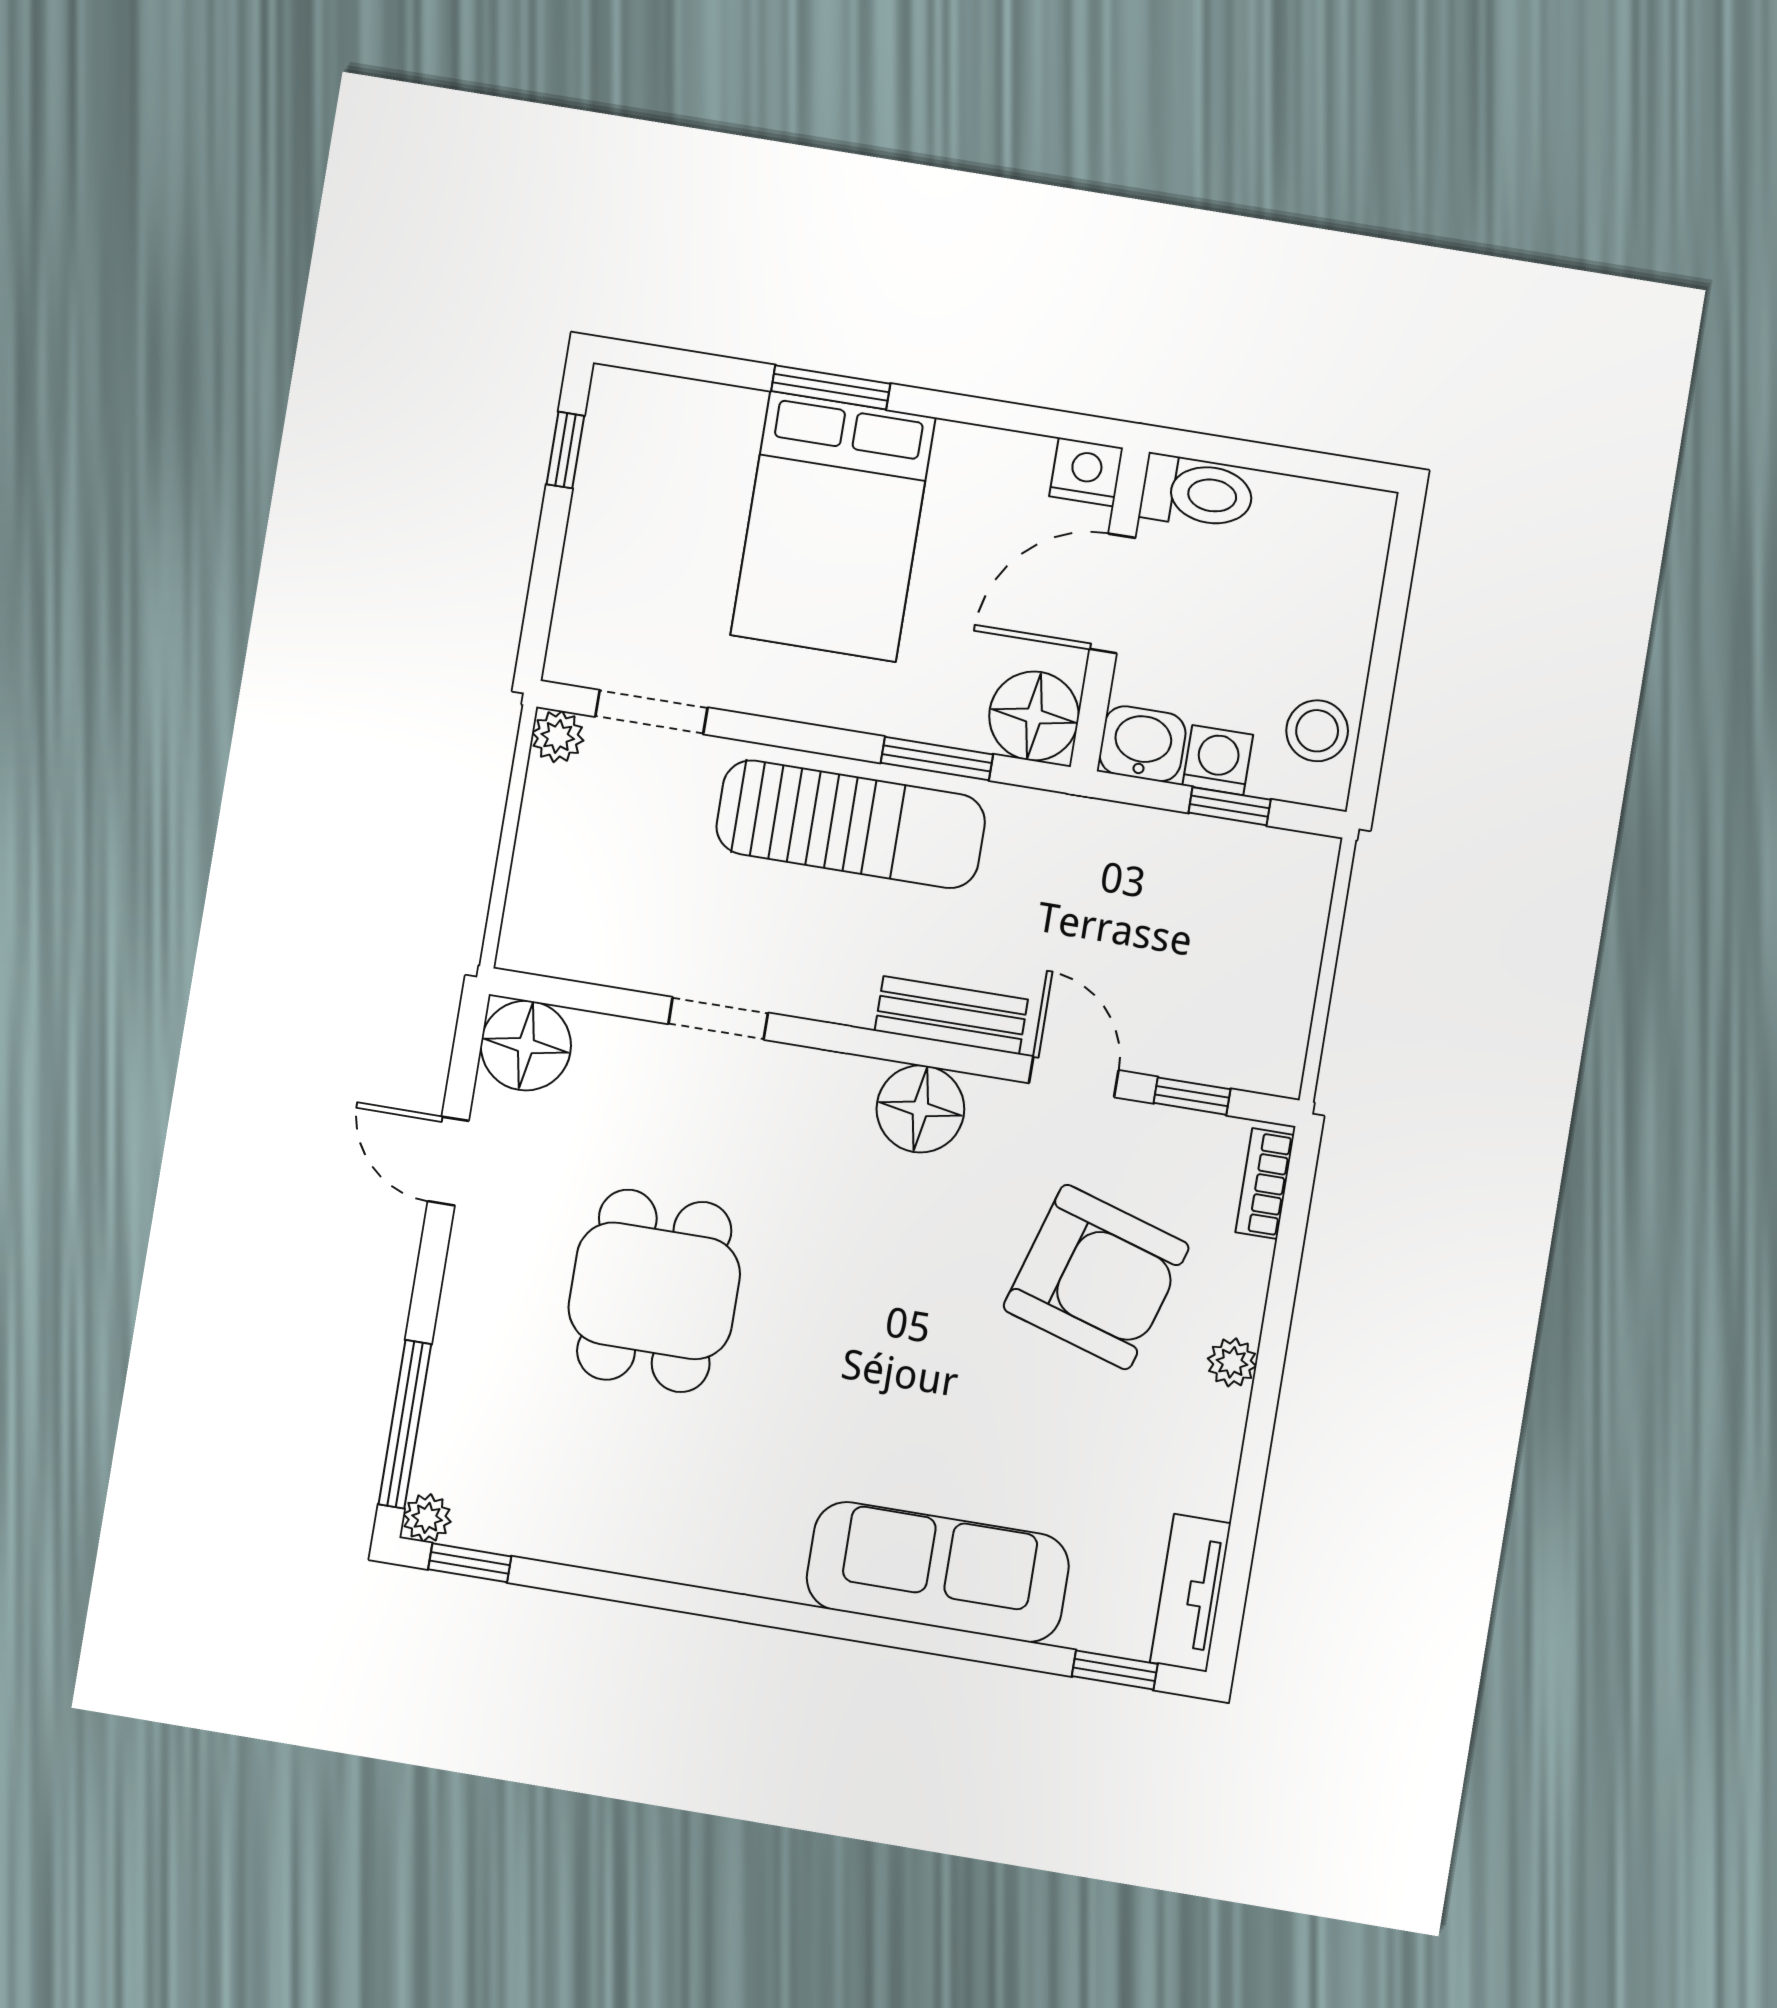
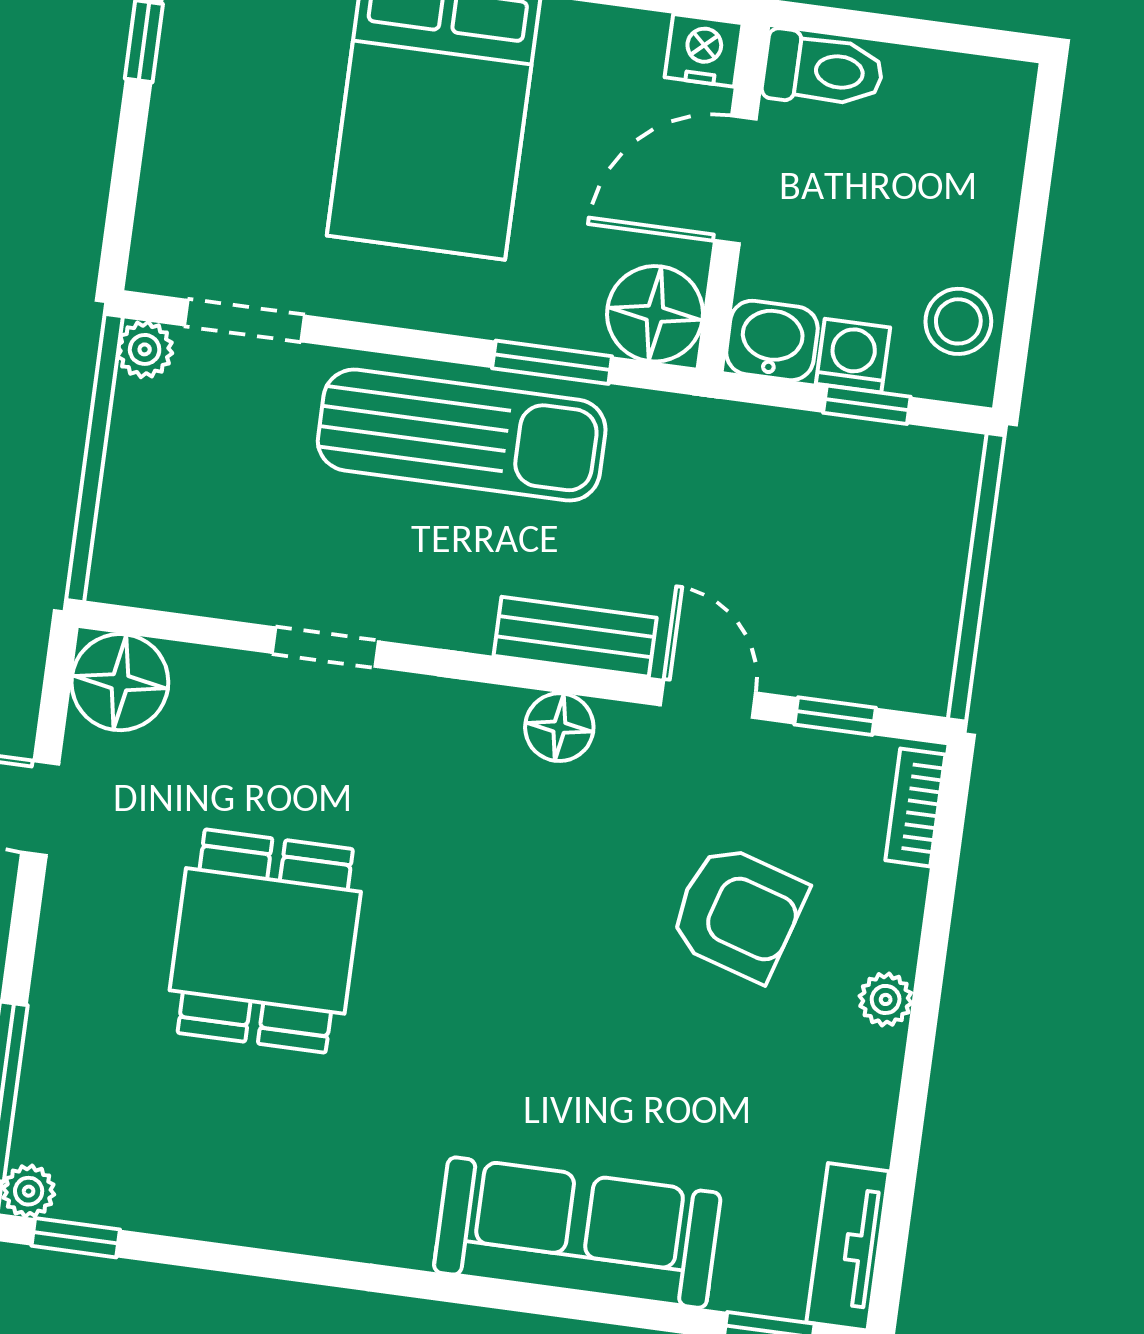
floor lamp: (920, 1109) -> (559, 727), width x0.73, depth x0.73
armchair: (1096, 1277) -> (738, 913), width x0.73, depth x0.73

